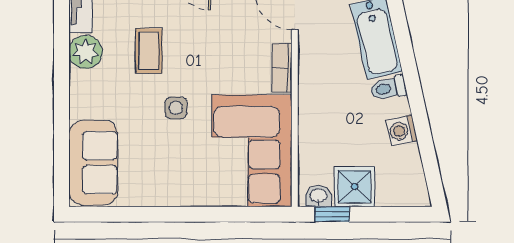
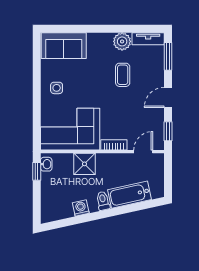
coffee table: (149, 51) -> (123, 75), turned 90
side table: (176, 108) -> (57, 88), moved
shower: (355, 187) -> (84, 164), moved

